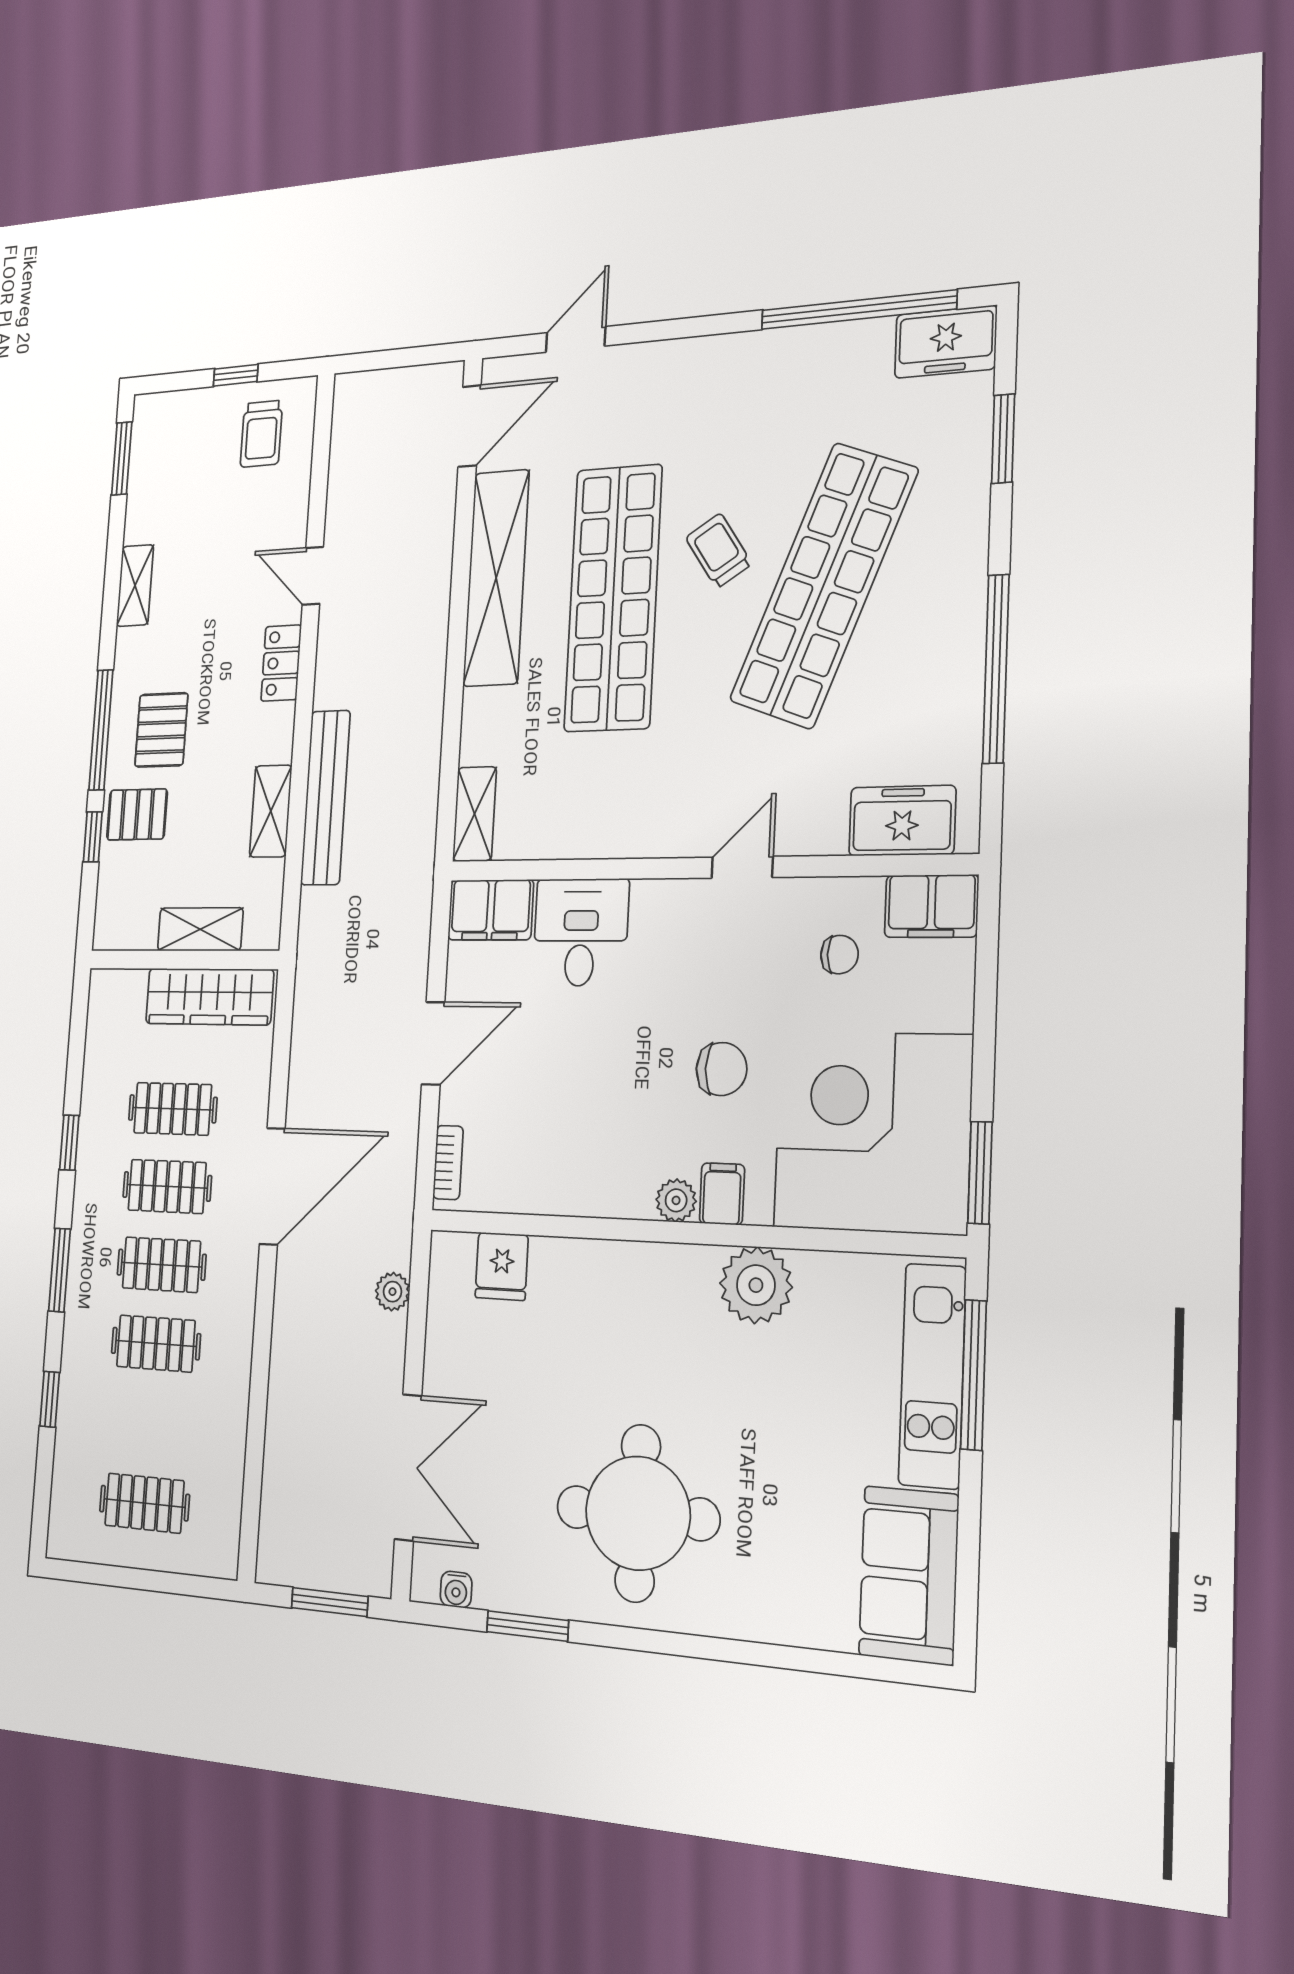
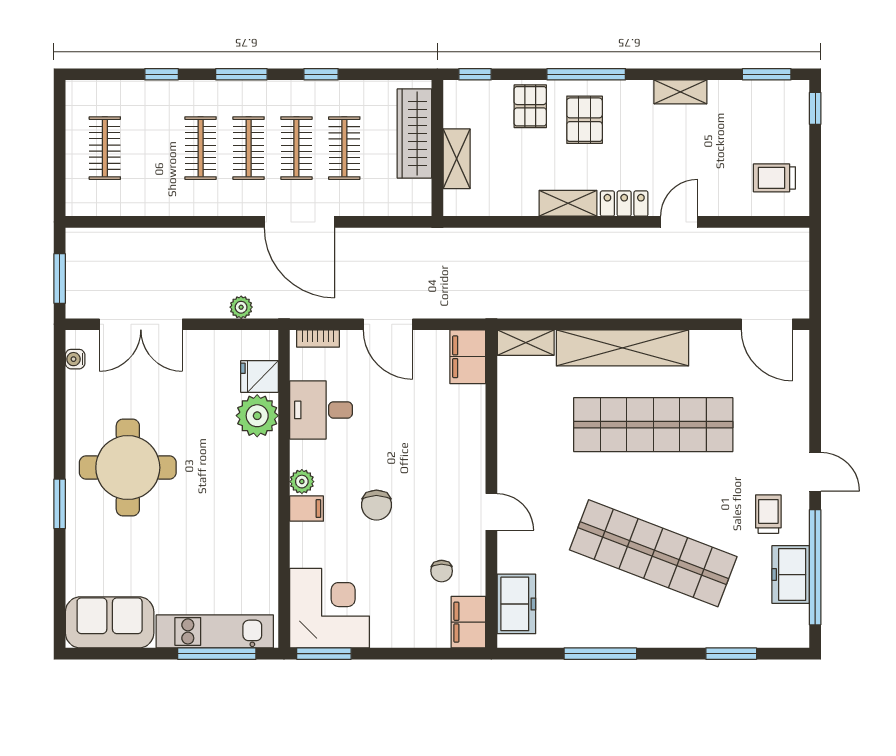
door: (576, 339) -> (815, 472), moved
freezer: (946, 342) -> (791, 575), moved
window: (236, 375) -> (815, 108), moved
trolley: (719, 551) -> (768, 514), moved, turned -57
shelving: (496, 578) -> (623, 348), moved
window: (996, 669) -> (600, 654), width x0.68
pallet: (161, 730) -> (585, 120), turned 90
bench: (325, 797) -> (538, 241), removed
shelving: (271, 811) -> (568, 203), moved
window: (93, 837) -> (475, 74), moved
desk: (581, 932) -> (321, 410), moved, turned 180
wardrobe: (209, 997) -> (414, 134), moved
corner desk: (873, 1132) -> (330, 608), width x0.74, depth x0.74
plant: (756, 1285) -> (257, 416), moved
window: (528, 1626) -> (60, 504), moved

